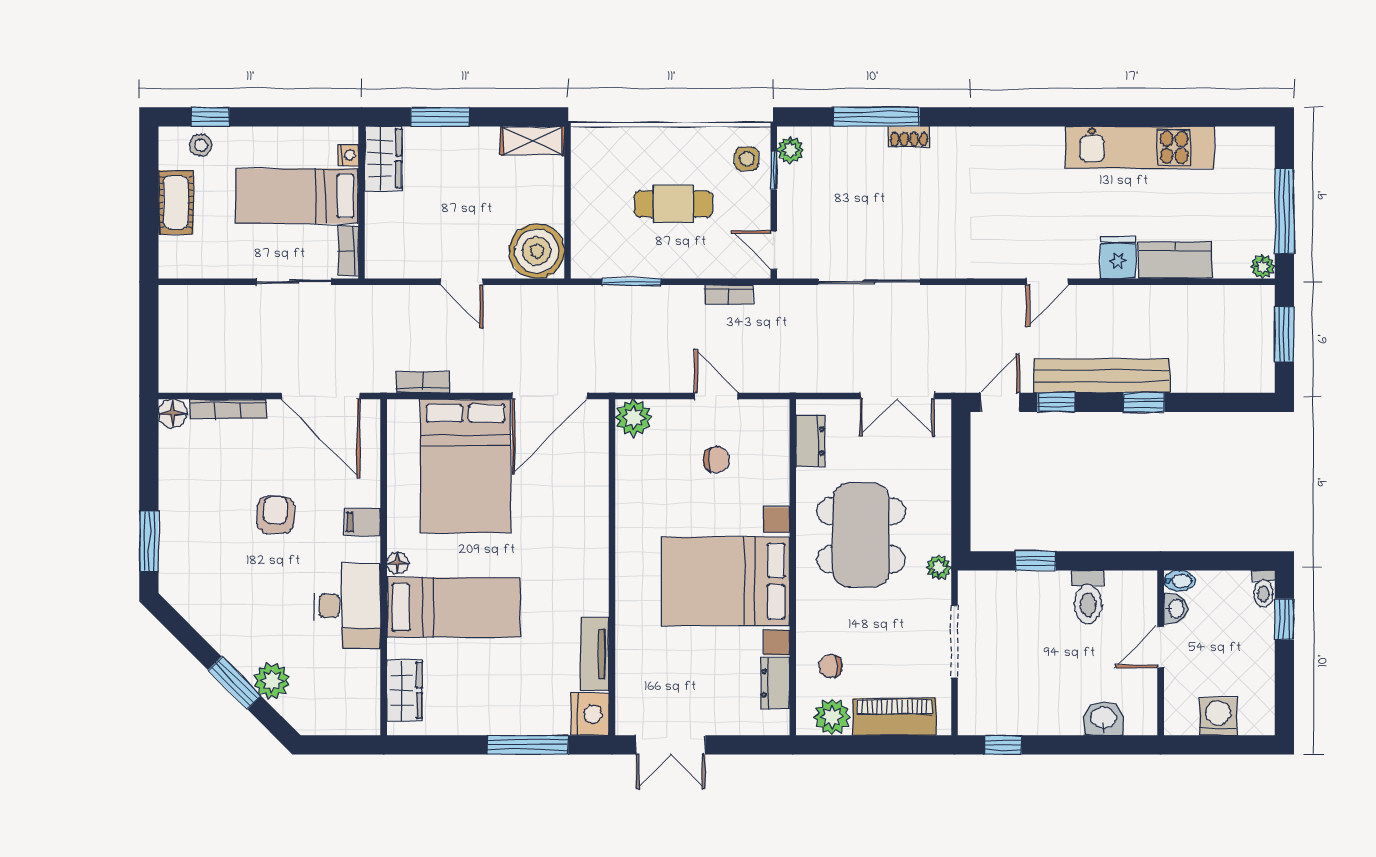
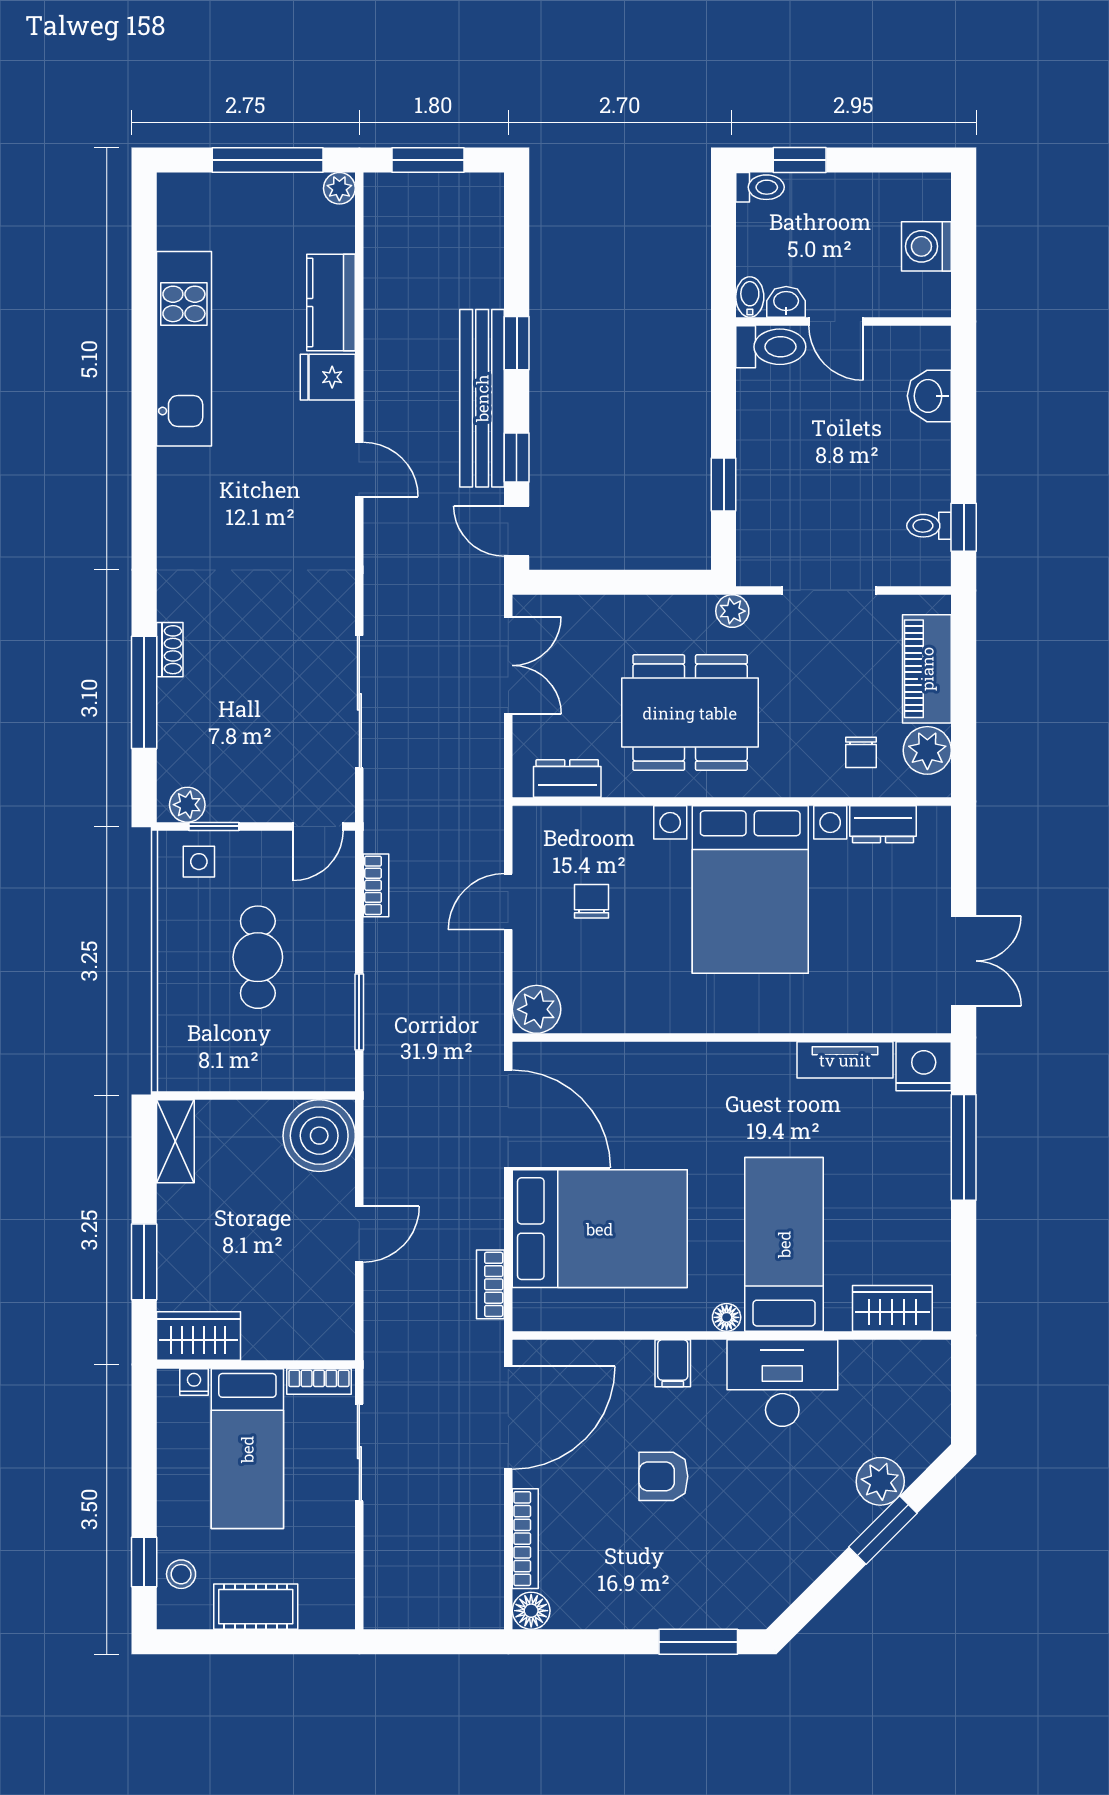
toilet: (1088, 597) -> (771, 347), moved
toilet: (1004, 718) -> (929, 526), added

